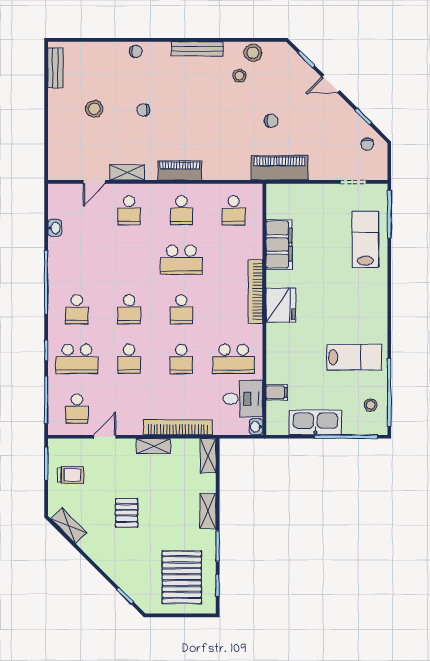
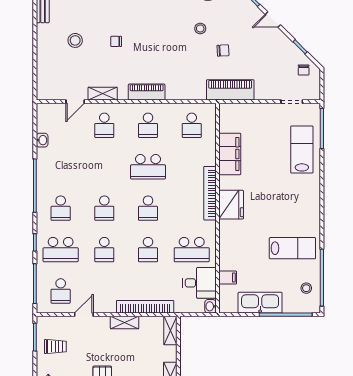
stool: (239, 76) -> (200, 28), moved

